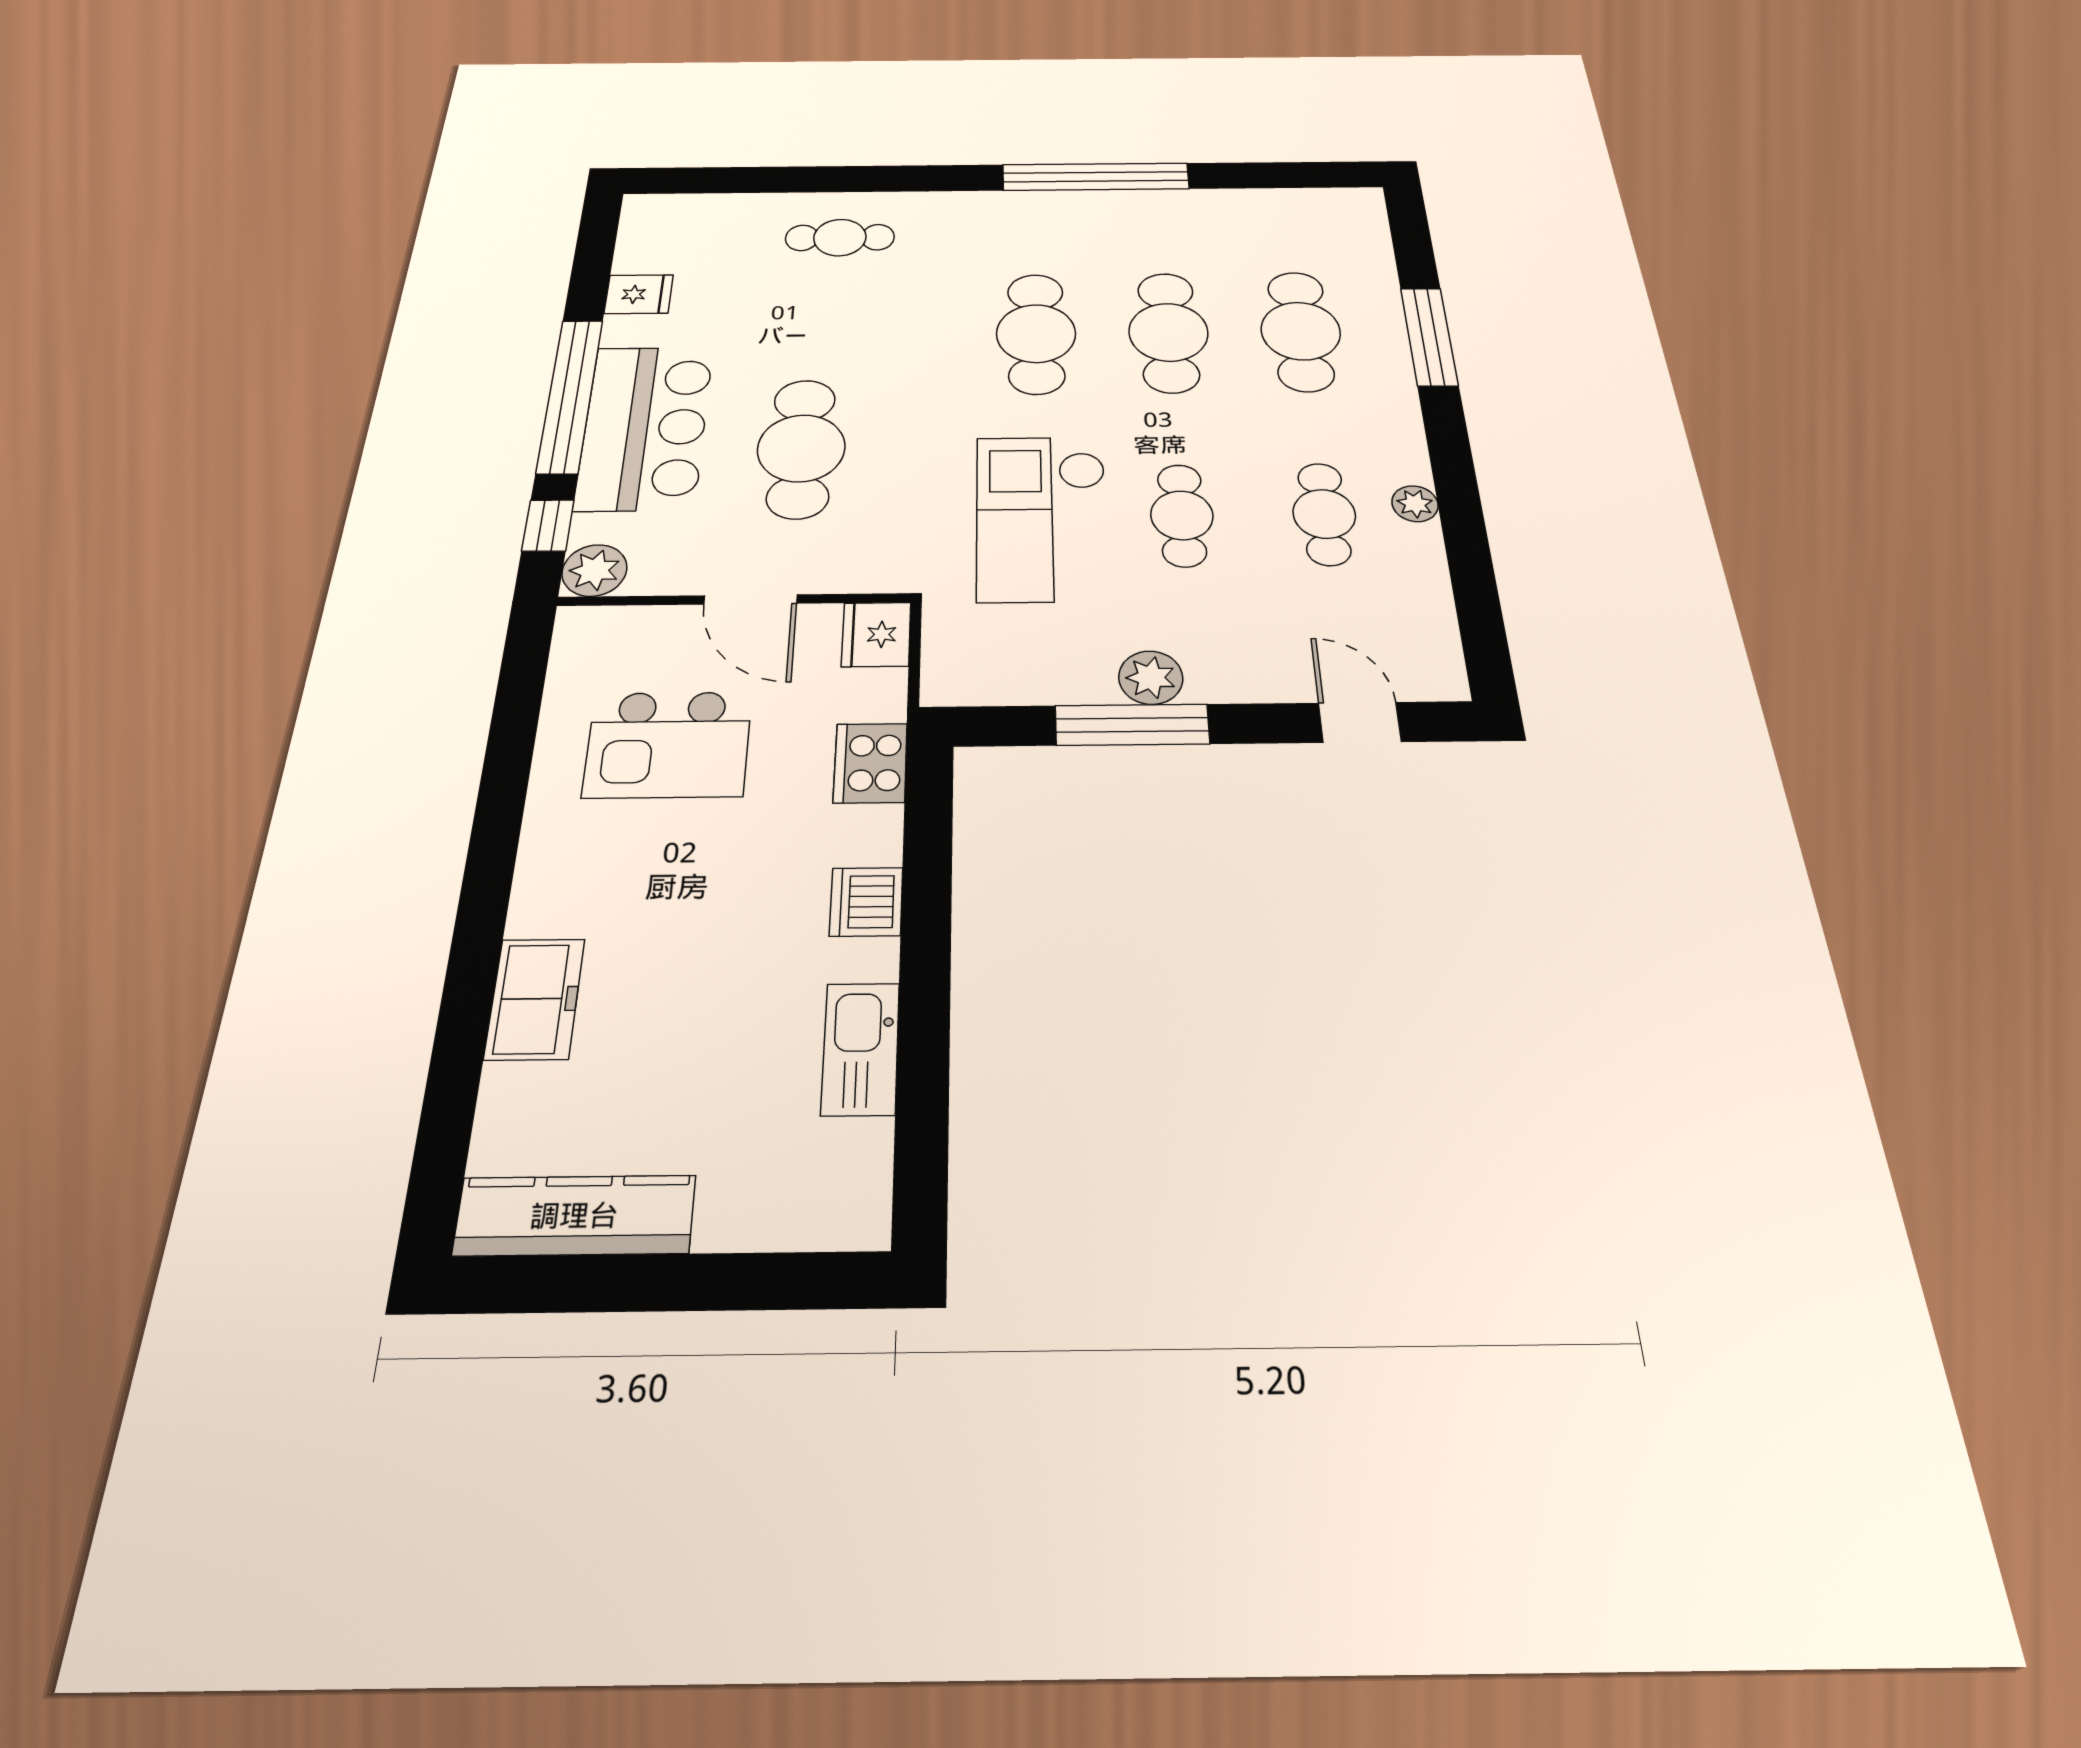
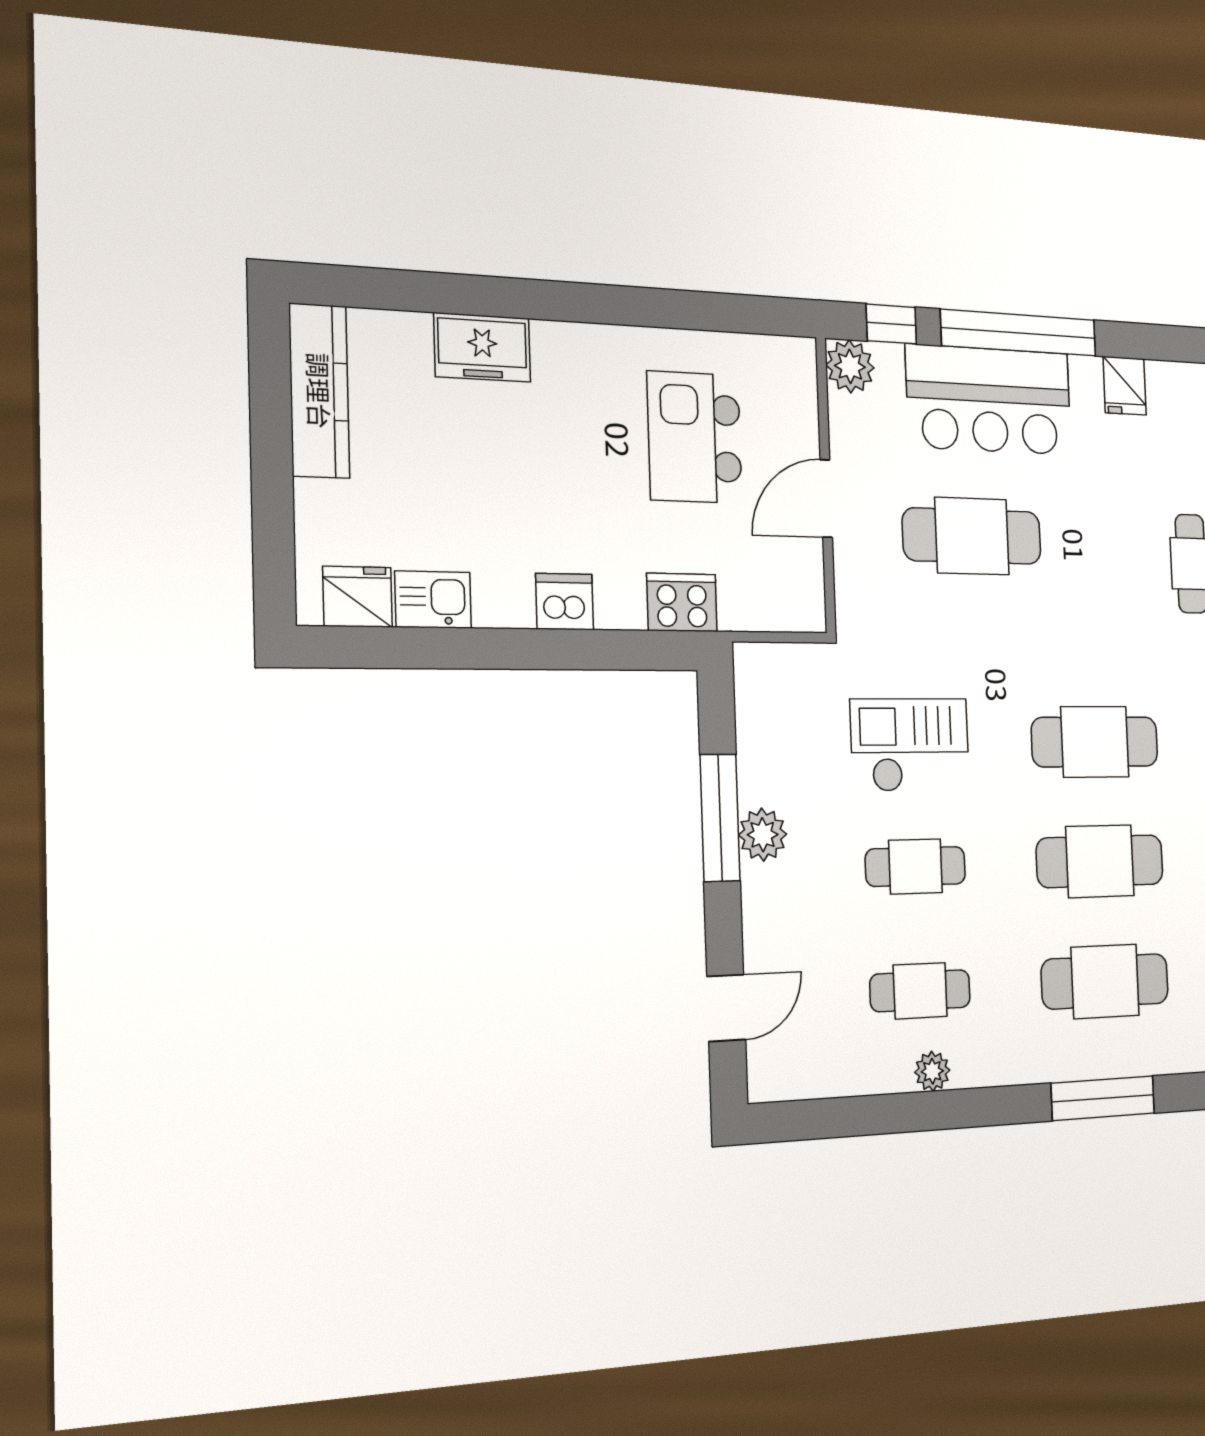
checkout: (1042, 518) -> (910, 745), width x0.73, depth x0.83
fridge: (876, 634) -> (358, 597), moved
kitchen sink: (861, 1049) -> (433, 600), width x0.73

